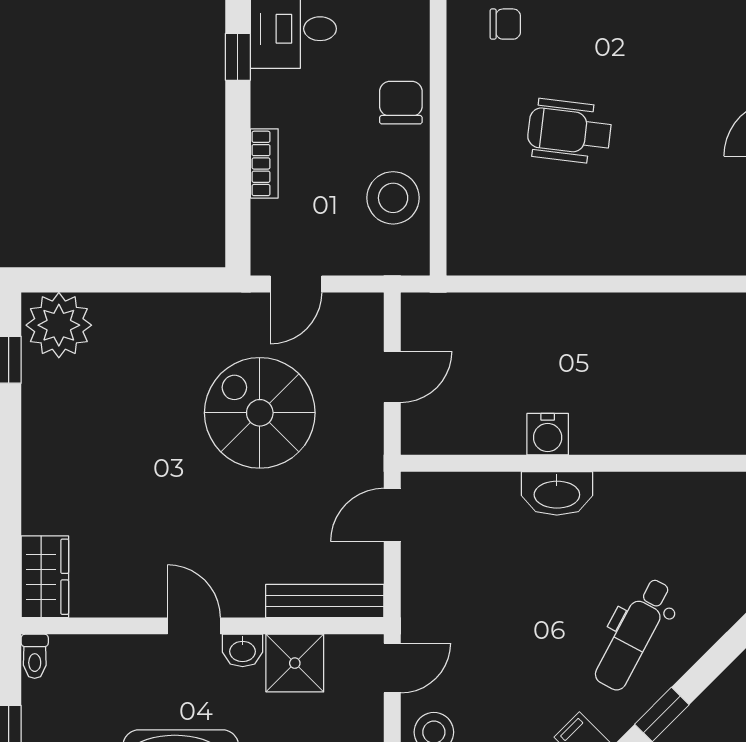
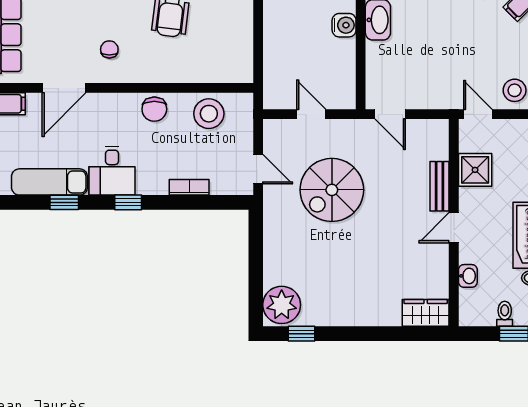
chair: (401, 103) -> (154, 109), turned -90
bench: (325, 601) -> (440, 186), moved, width x0.73
washbasin: (243, 650) -> (468, 276), moved
toilet: (35, 656) -> (505, 314), moved, turned -90

